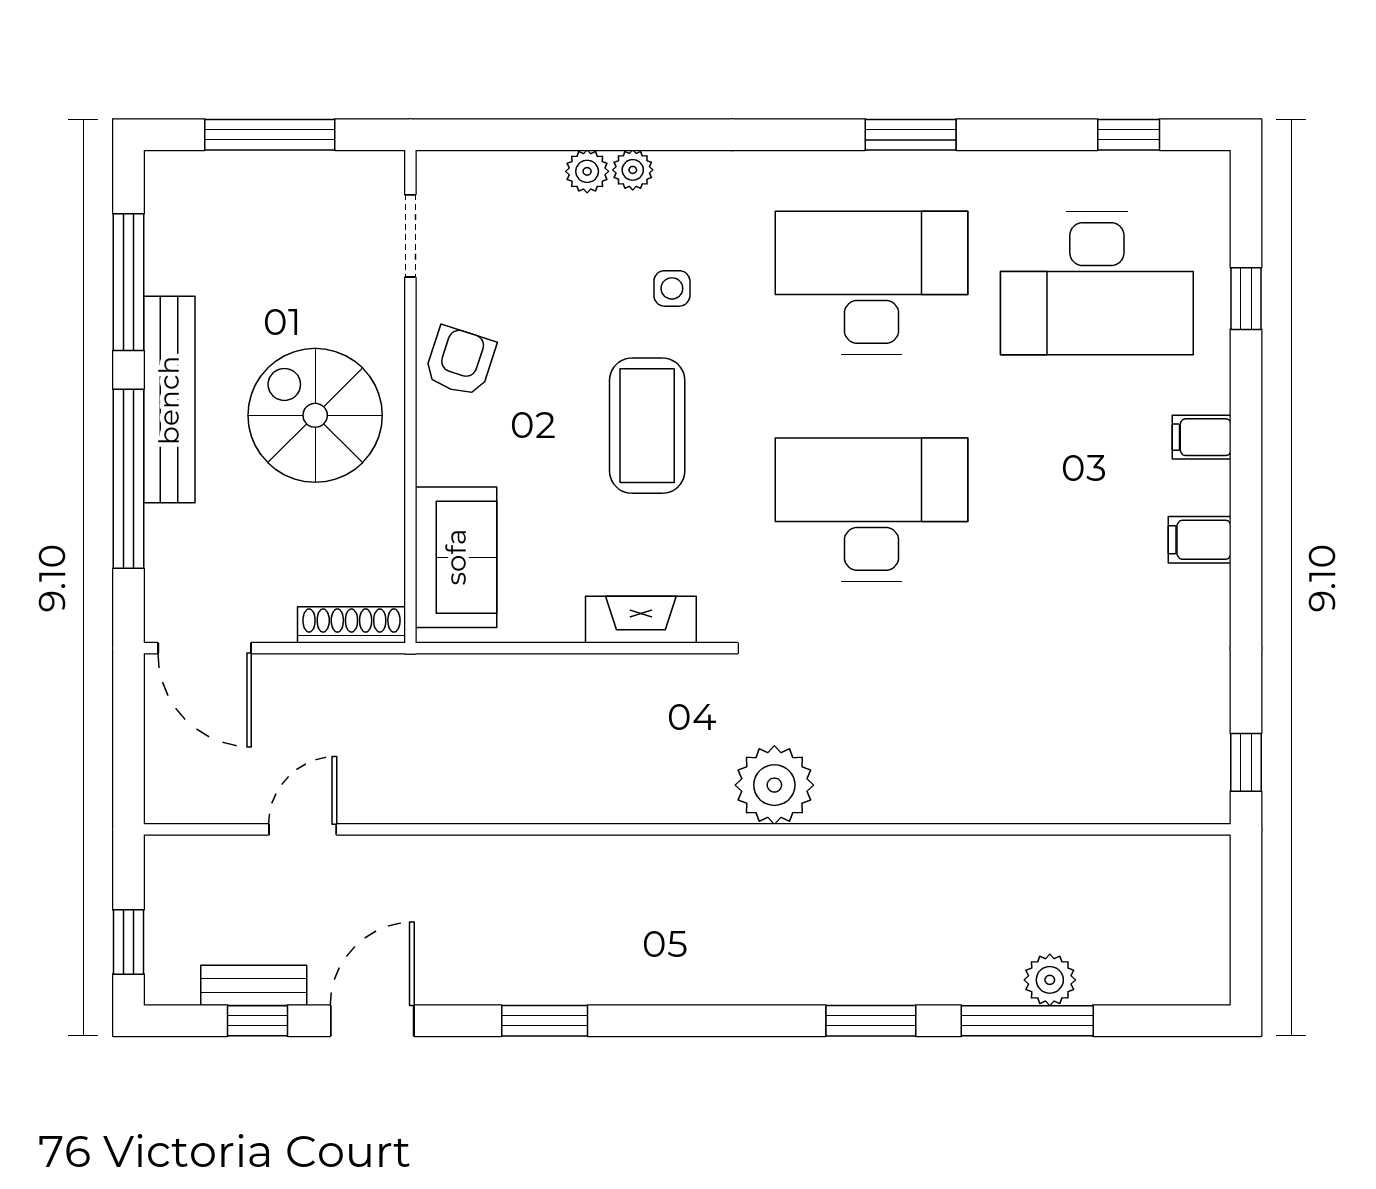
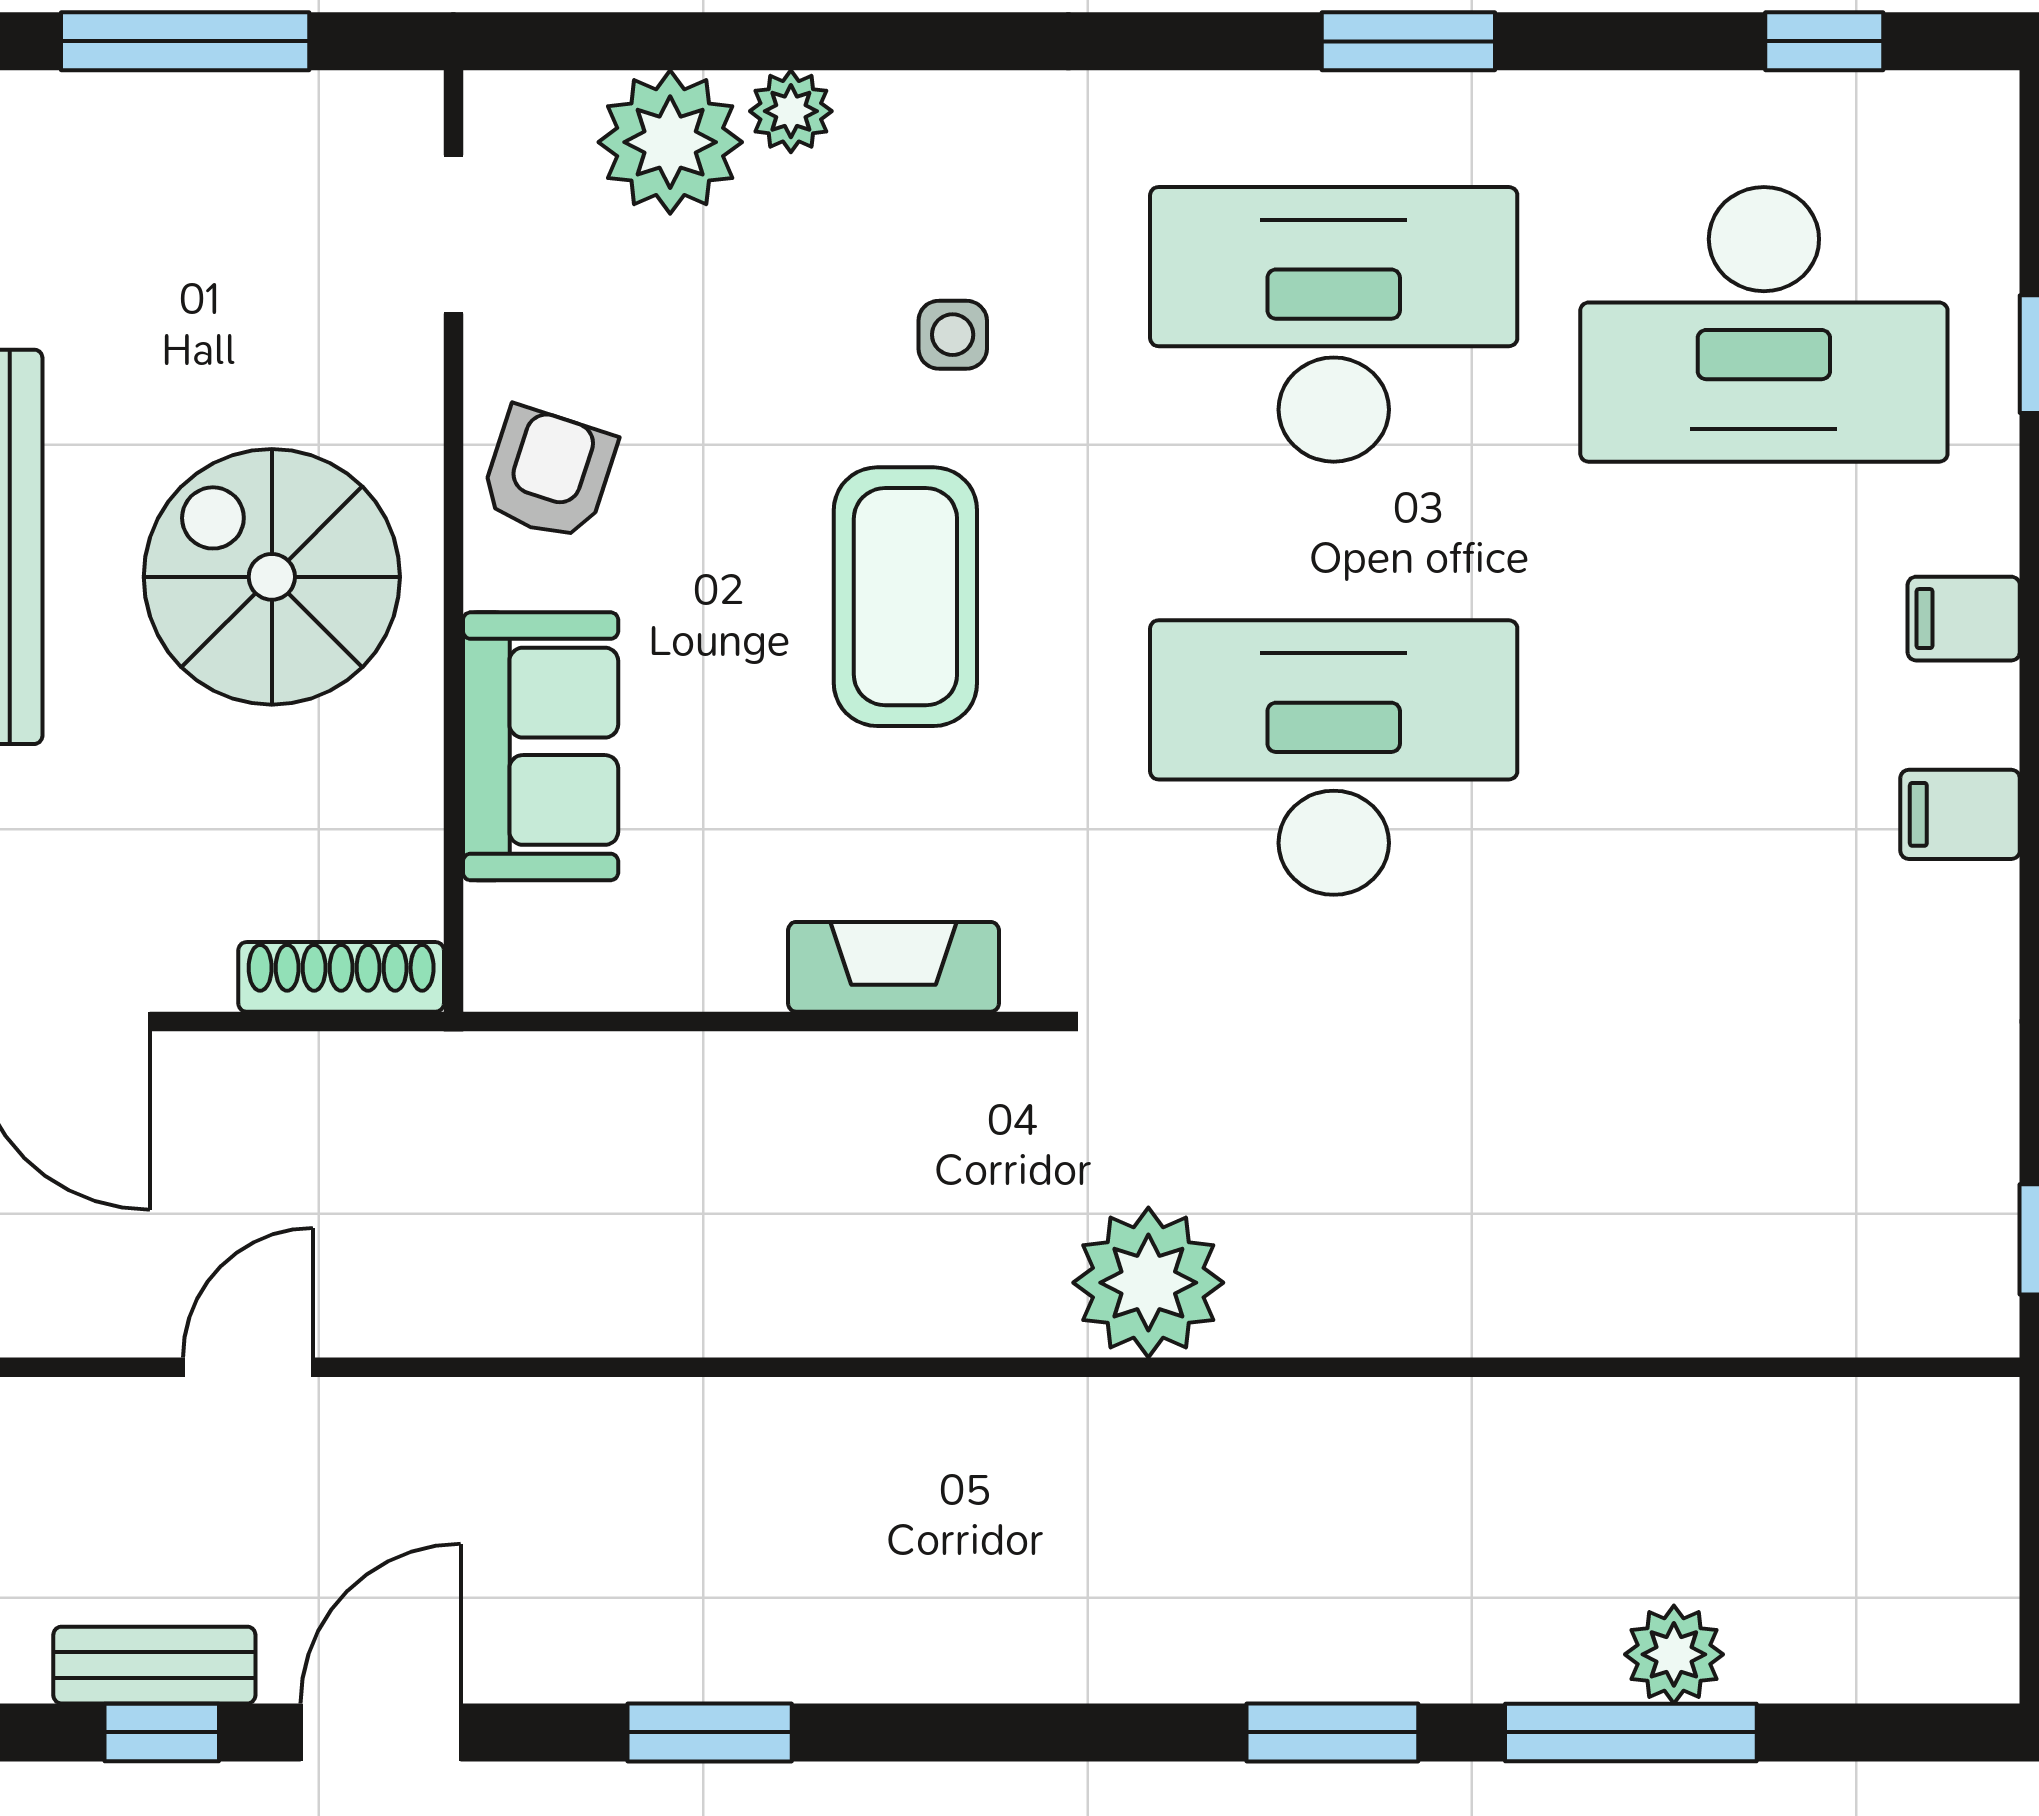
plant: (633, 170) -> (670, 142), moved, width x1.87, depth x1.87
sofa: (456, 557) -> (541, 746), moved

